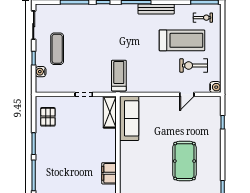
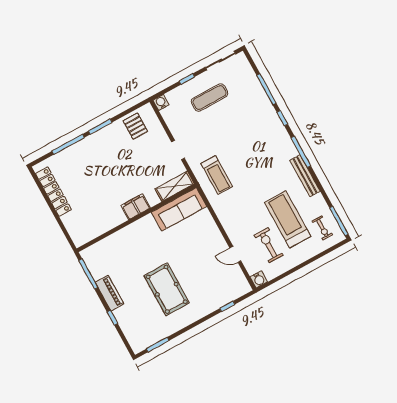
treadmill: (182, 40) -> (288, 219), turned 180
water cooler: (41, 72) -> (161, 102), moved
treadmill: (119, 76) -> (217, 175), turned 90
pallet: (48, 117) -> (135, 126), turned 90
pool table: (184, 161) -> (167, 289), turned 90
filing cabinet: (109, 173) -> (136, 207), moved

